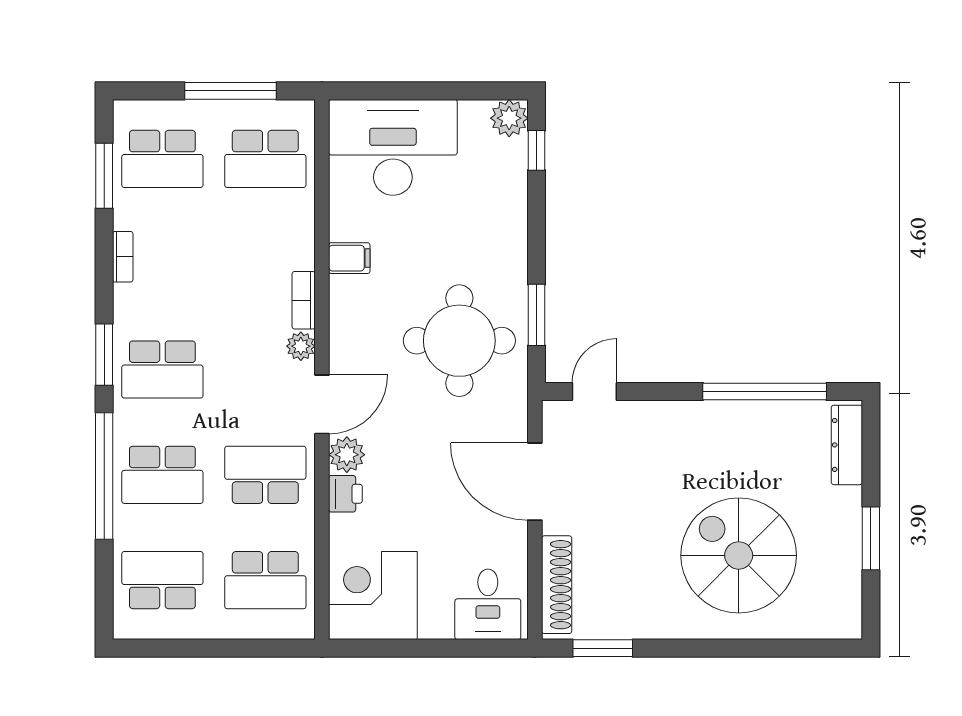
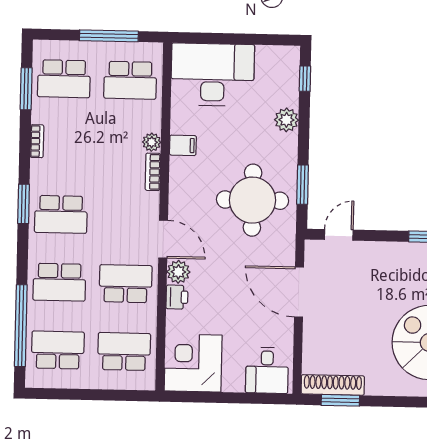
plant: (509, 118) -> (286, 120), moved
plant: (301, 346) -> (152, 142), moved
door: (322, 404) -> (163, 239), hinge flipped
window: (104, 476) -> (21, 326), moved
school desk: (265, 580) -> (124, 352), turned 180
shoe rack: (557, 585) -> (333, 385), moved, turned -90

